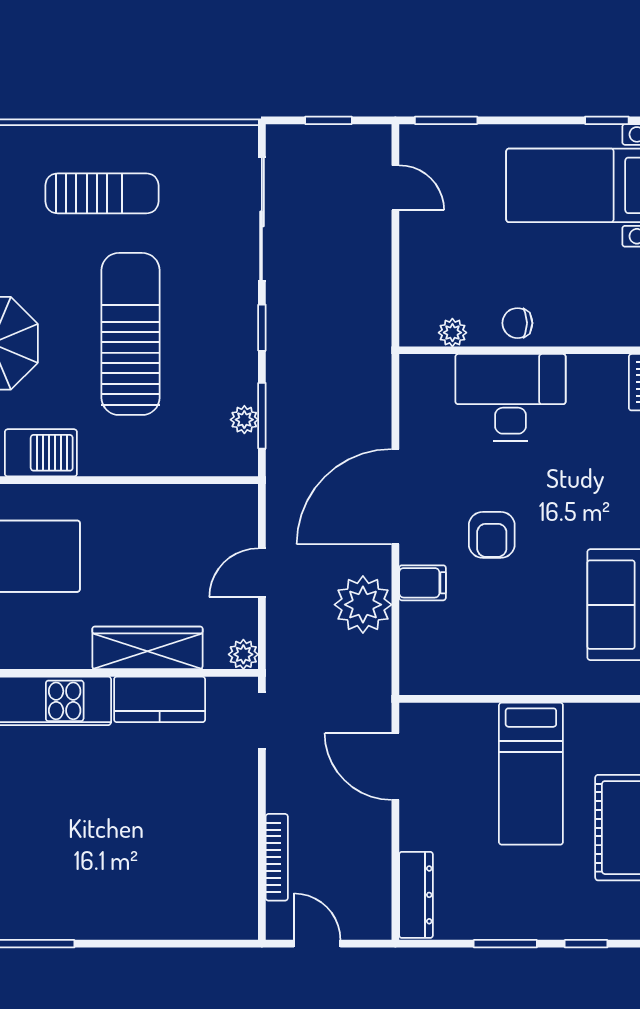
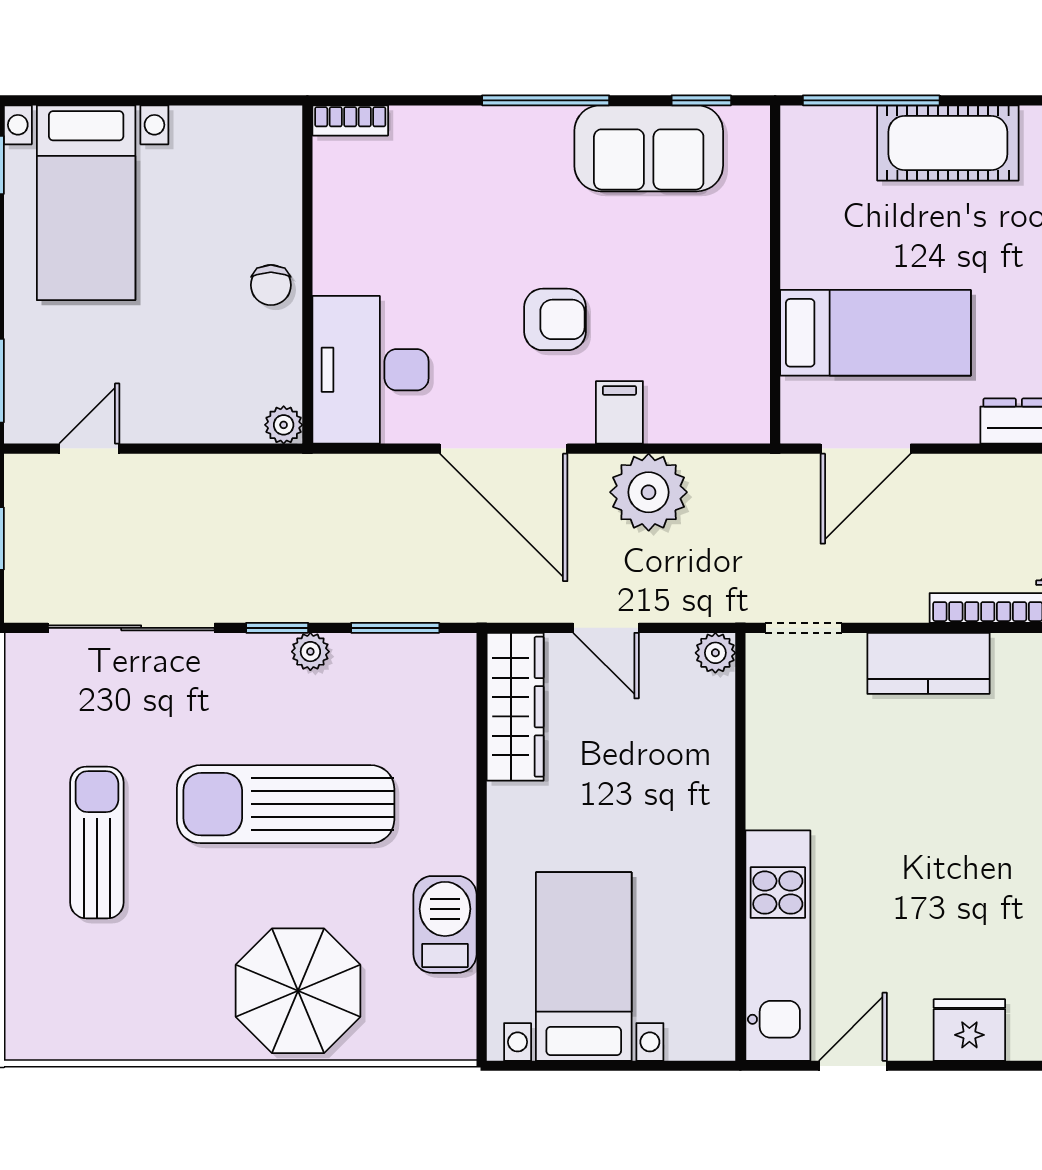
plant: (452, 333) -> (284, 425), moved
desk: (511, 397) -> (370, 370), moved
plant: (244, 420) -> (310, 652), moved
wardrobe: (147, 648) -> (515, 707), moved, turned 180
kitchen counter: (160, 699) -> (928, 663), moved, turned 90
bed: (531, 774) -> (876, 333), moved

